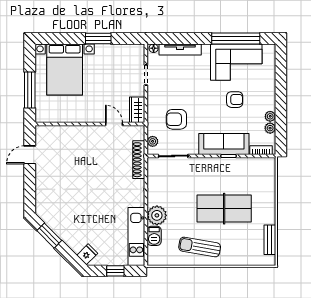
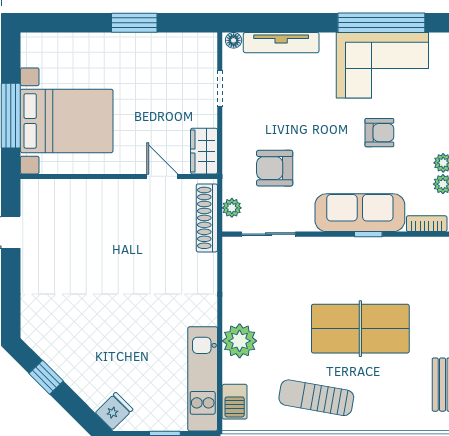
bed with nightstands: (65, 69) -> (67, 121), moved, turned -90
shoe rack: (139, 160) -> (207, 218), moved
window: (49, 236) -> (46, 377), width x0.67
barbecue: (154, 236) -> (235, 402), moved

